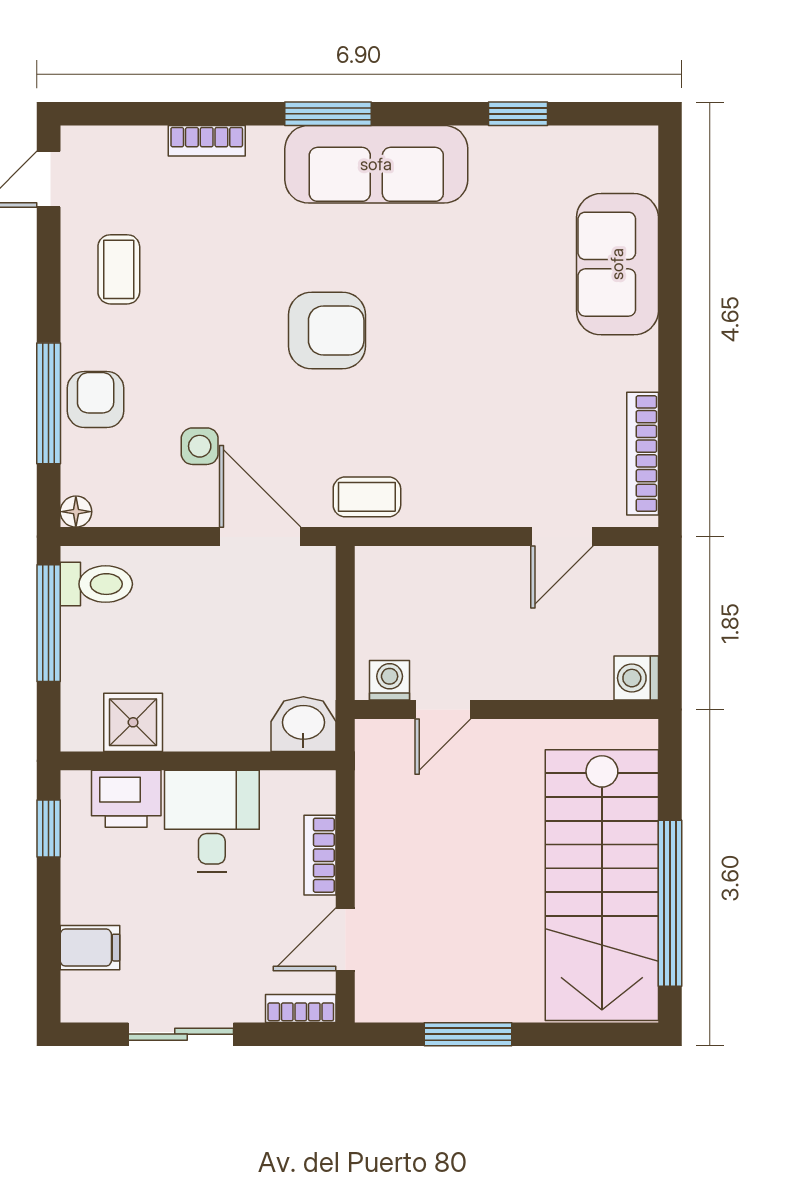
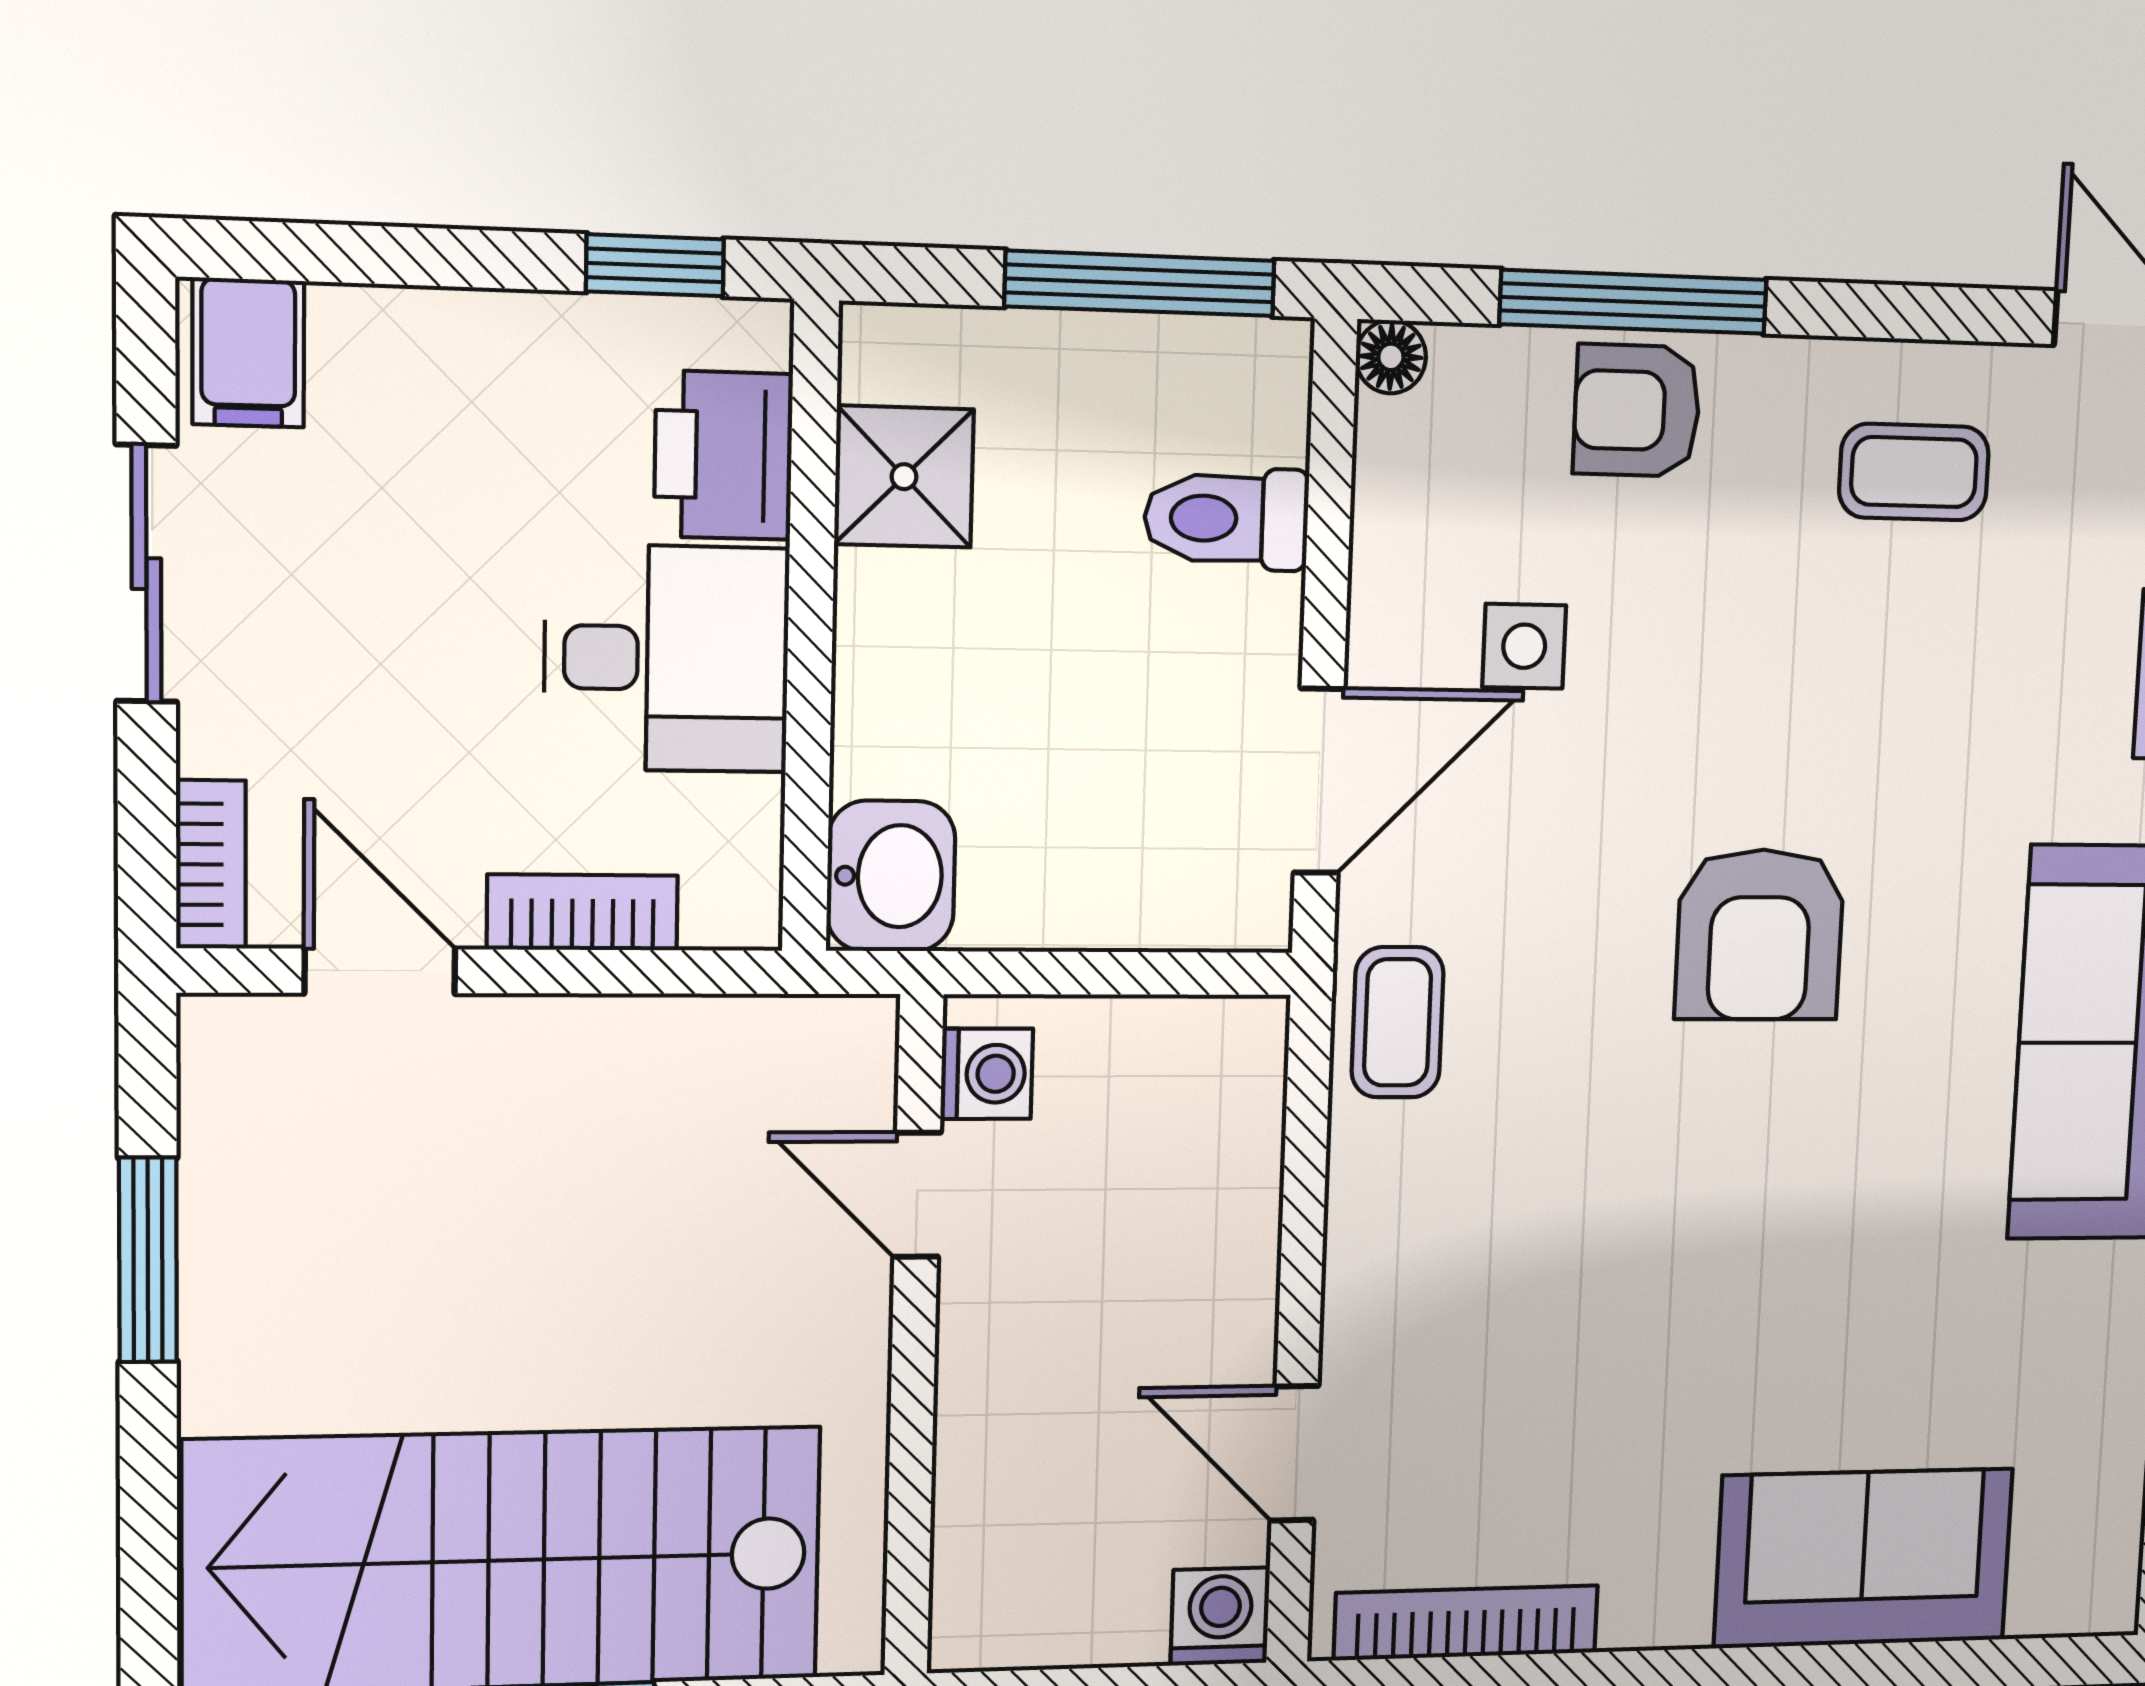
armchair: (96, 400) -> (1637, 411), turned 180
toilet: (96, 584) -> (1226, 519), moved, turned 90
washing machine: (636, 678) -> (1220, 1616), moved
filing cabinet: (90, 948) -> (248, 353), moved

